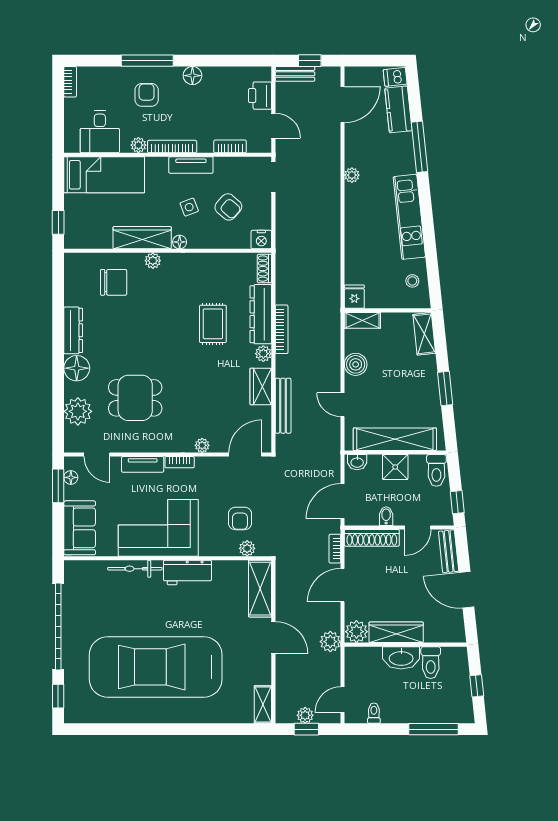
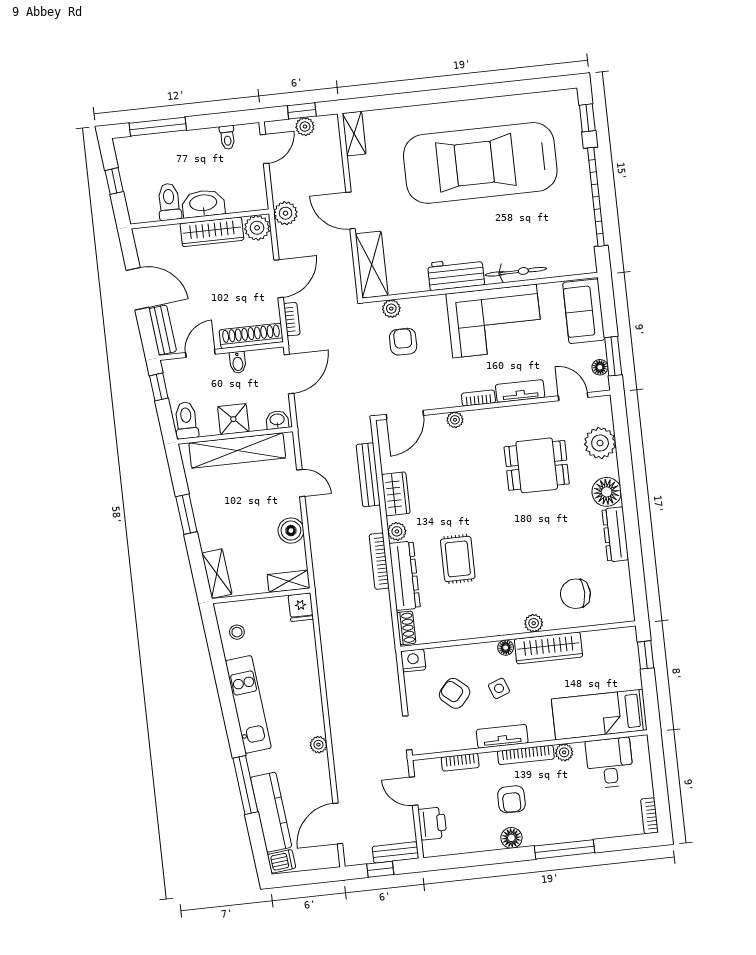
armchair: (147, 95) -> (511, 799), moved
kitchen counter: (398, 109) -> (271, 812), width x1.50
car: (156, 667) -> (480, 163), turned 180

